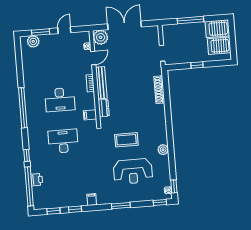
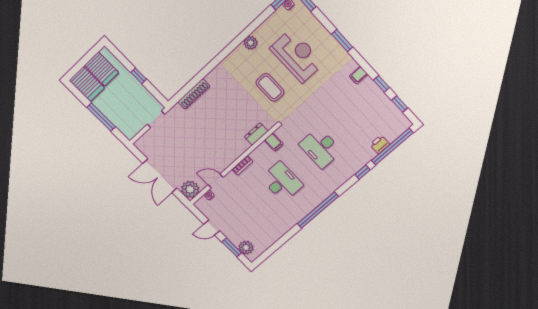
bench: (101, 83) -> (233, 155), removed

